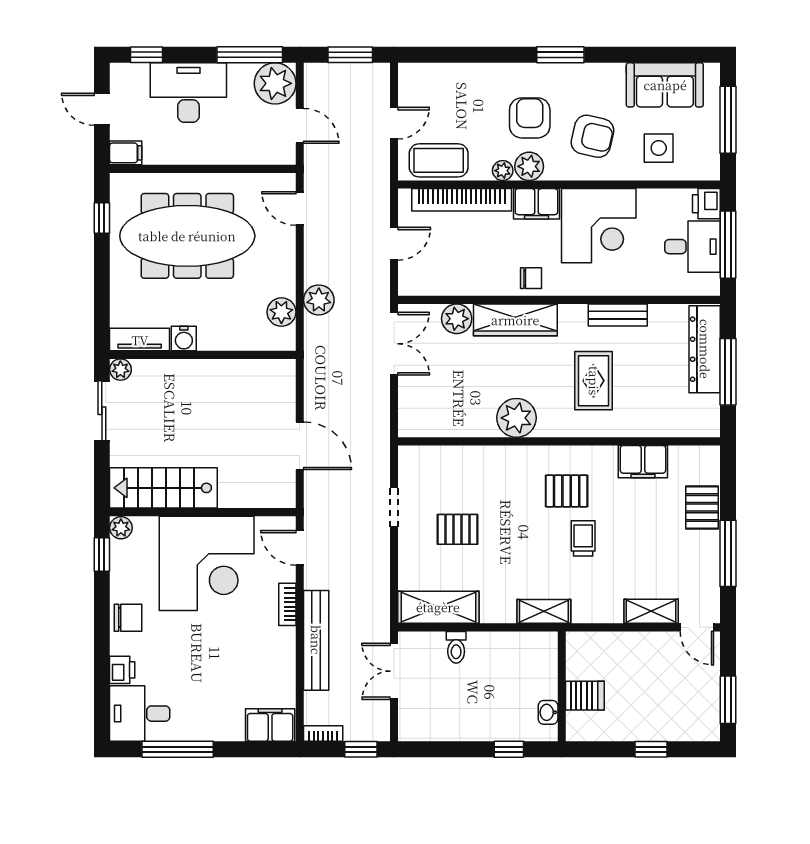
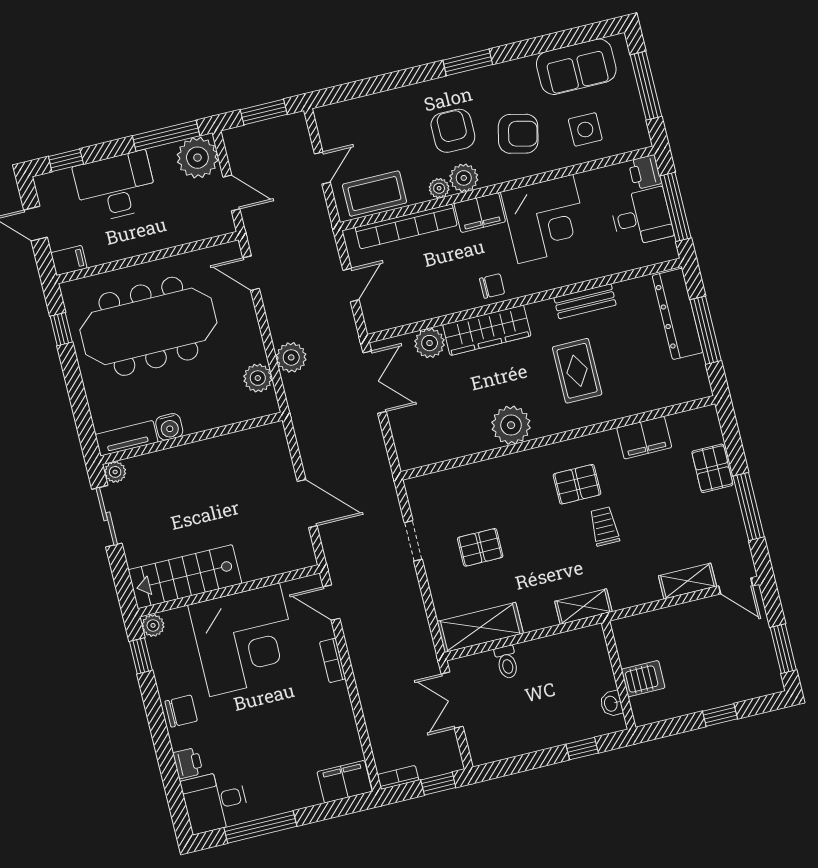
bench: (316, 640) -> (369, 689), removed

